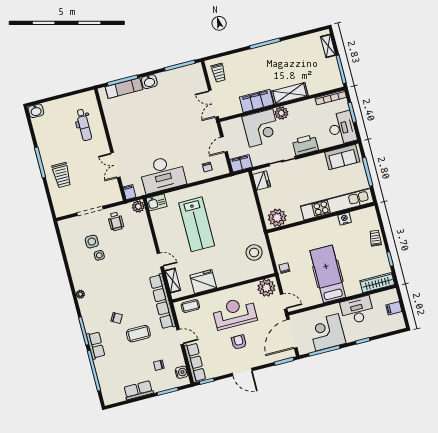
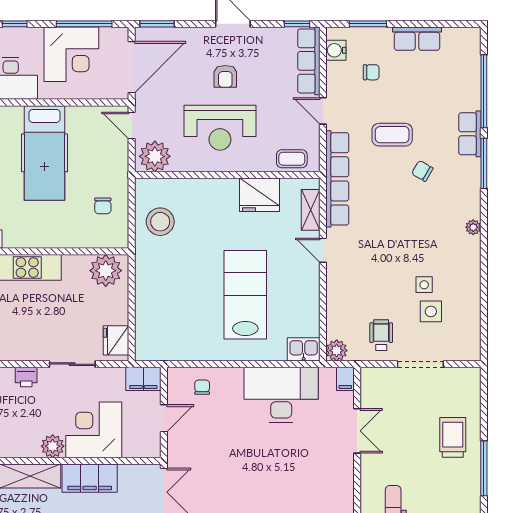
printer: (305, 145) -> (26, 377), width x0.53, depth x0.68
chair: (284, 268) -> (103, 206), moved

